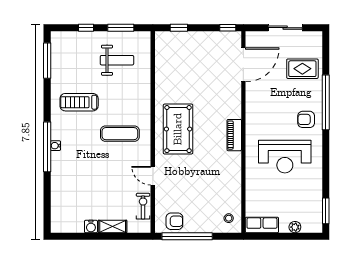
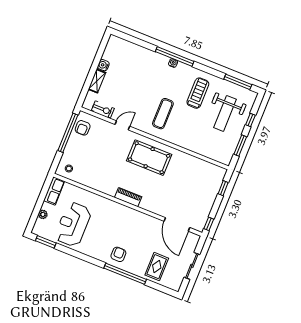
weight bench: (117, 60) -> (225, 113), moved, width x1.36, depth x1.33
reception desk: (285, 157) -> (73, 224), moved

